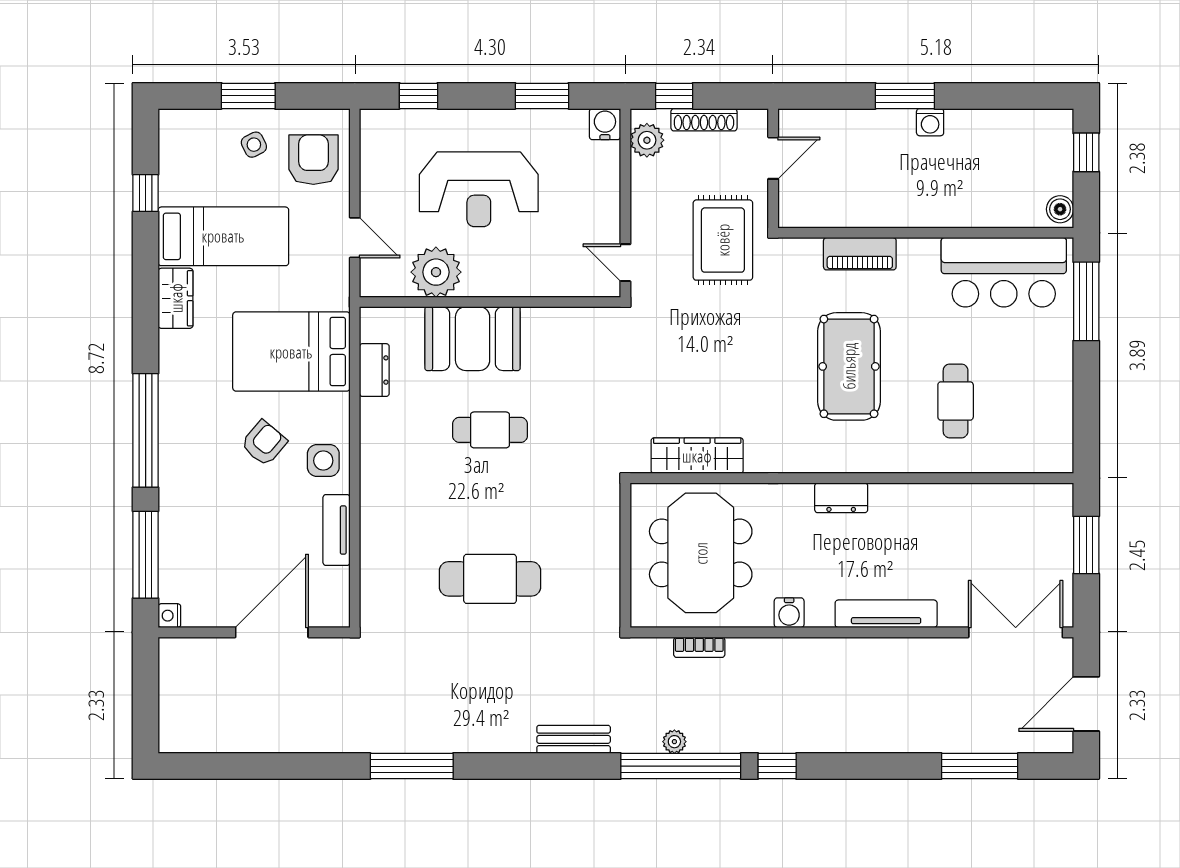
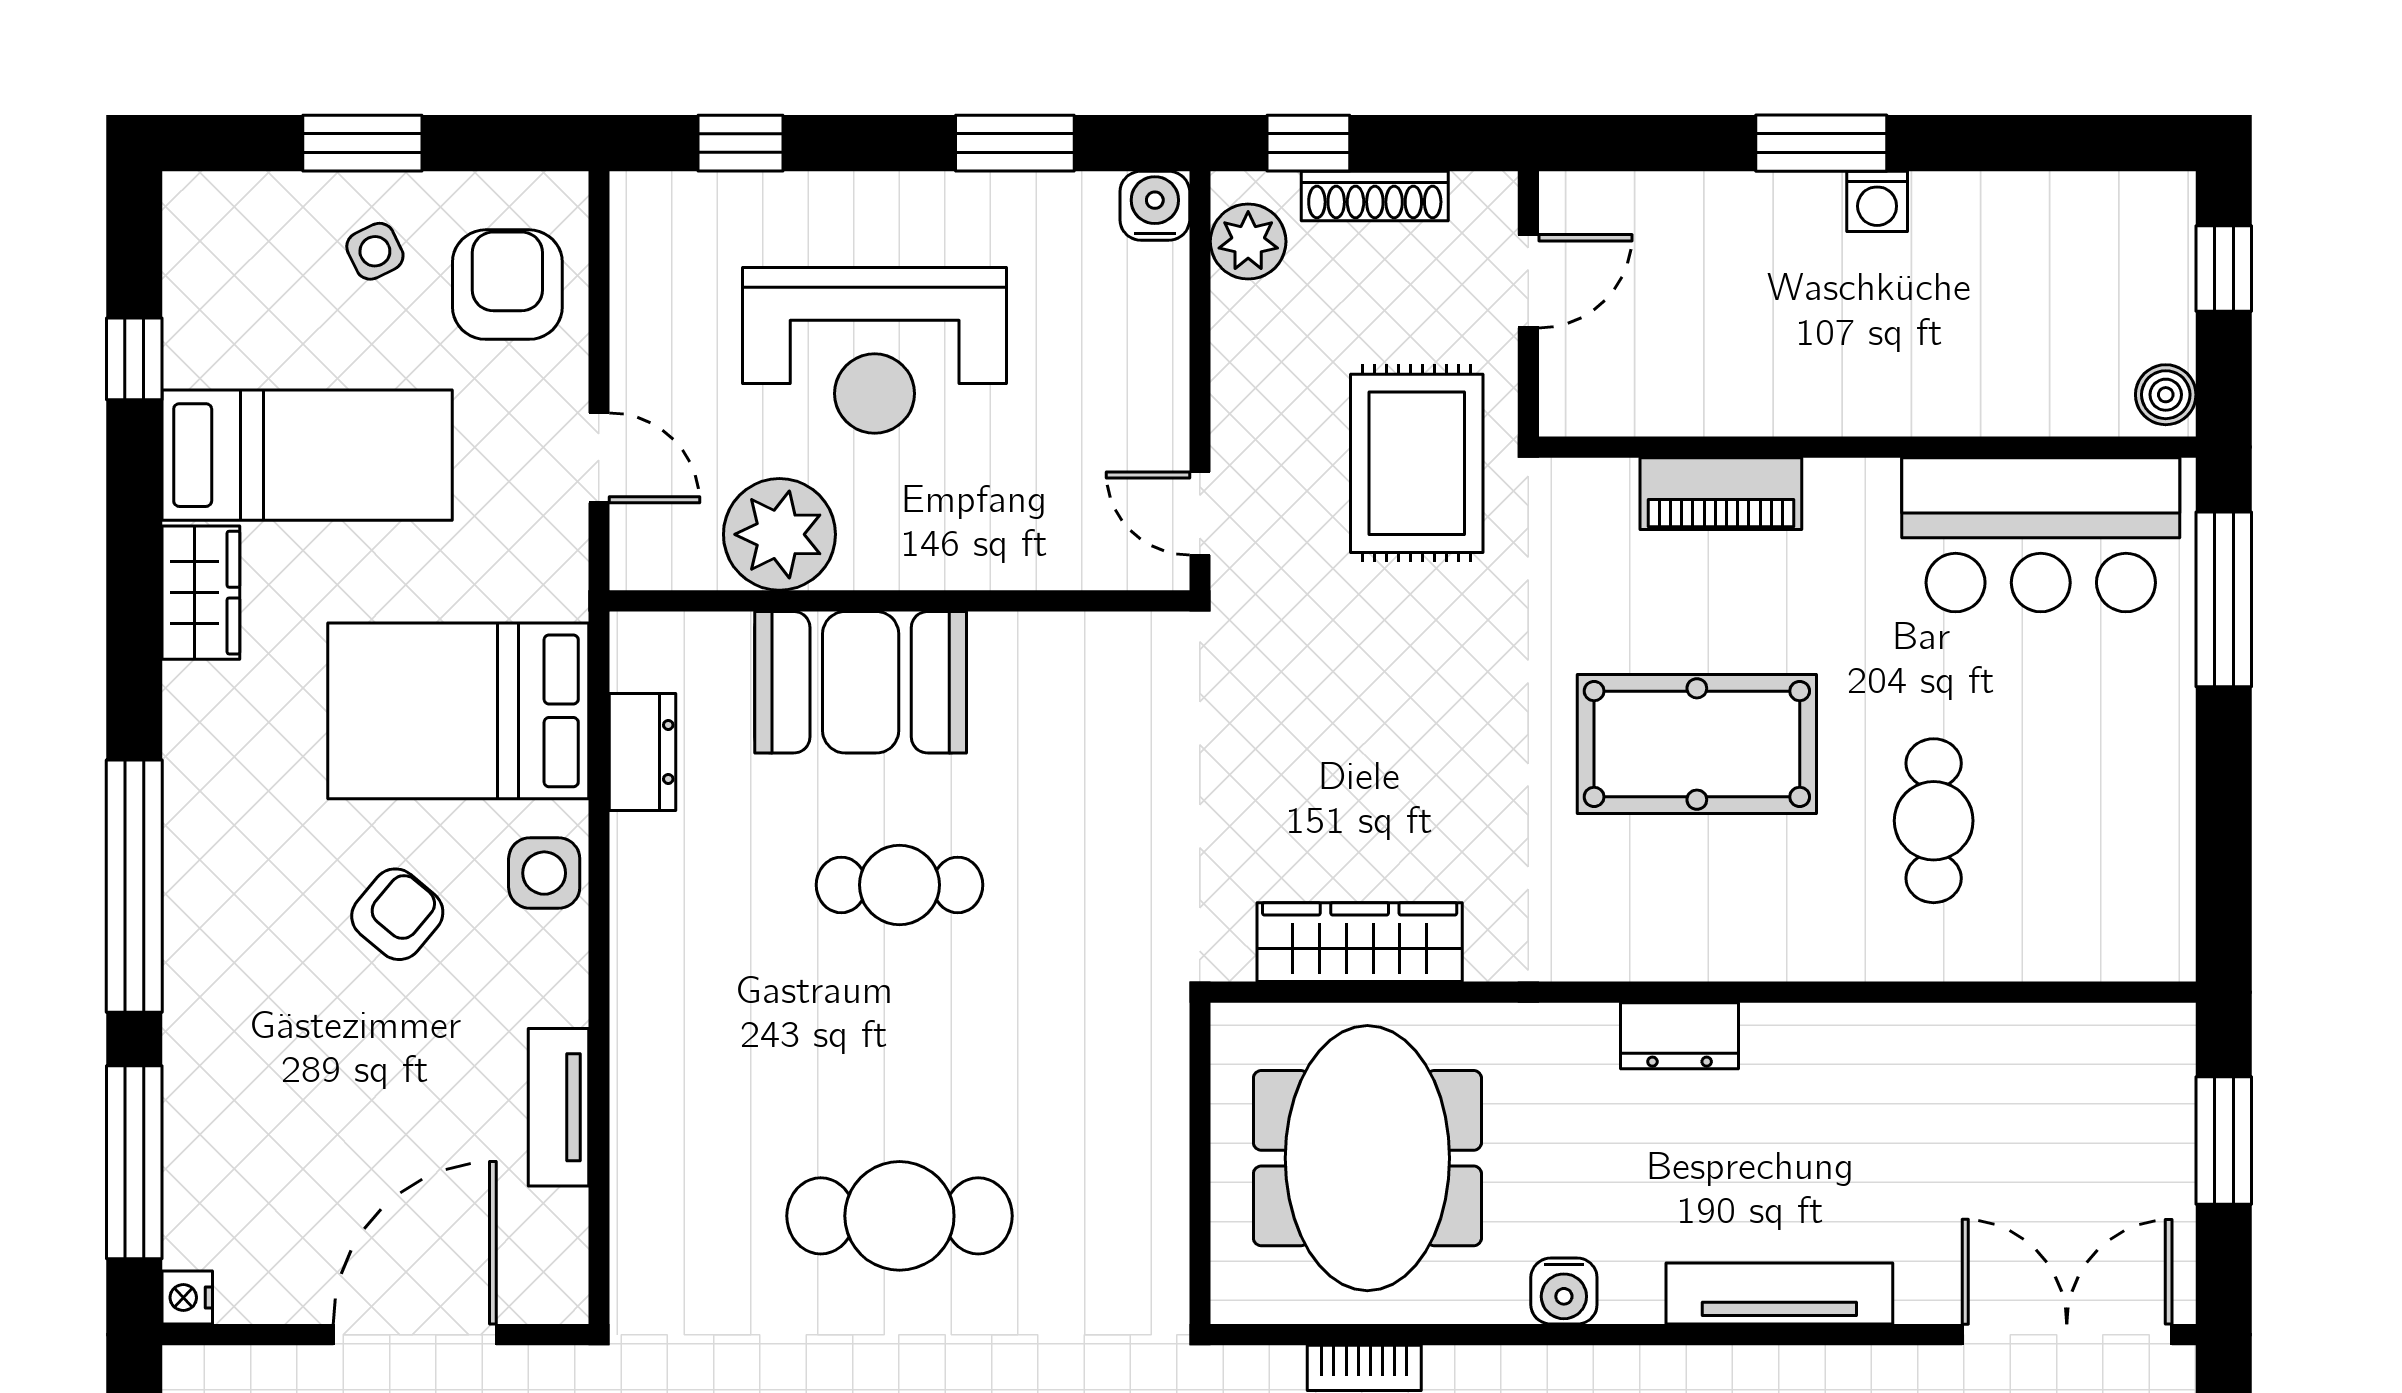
pool table: (849, 366) -> (1697, 744), turned 90
side table: (323, 461) -> (544, 873), moved

